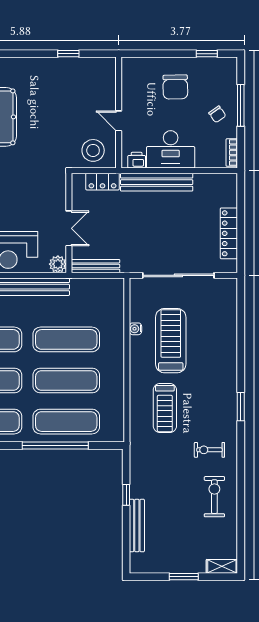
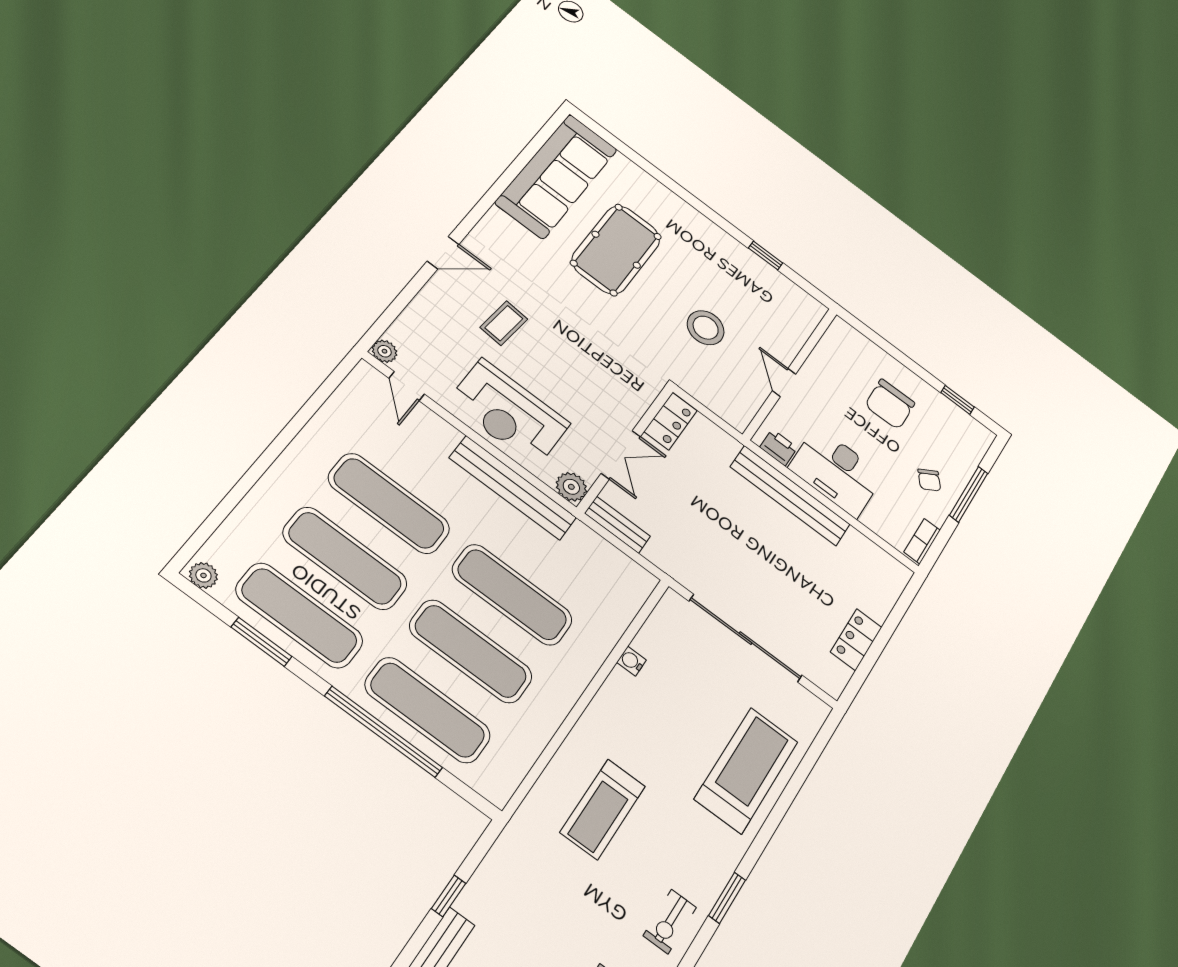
stool: (93, 150) -> (706, 328), moved
locker: (102, 182) -> (671, 421), moved, turned -90
locker: (229, 233) -> (856, 640), width x0.66
bench: (96, 266) -> (617, 525), width x0.73
treadmill: (171, 341) -> (746, 770), moved
exercise bike: (209, 450) -> (670, 922), moved, turned -90

